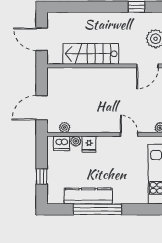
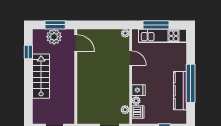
stairs: (91, 54) -> (41, 76), moved, turned 180
door: (129, 134) -> (131, 58), swing flipped

